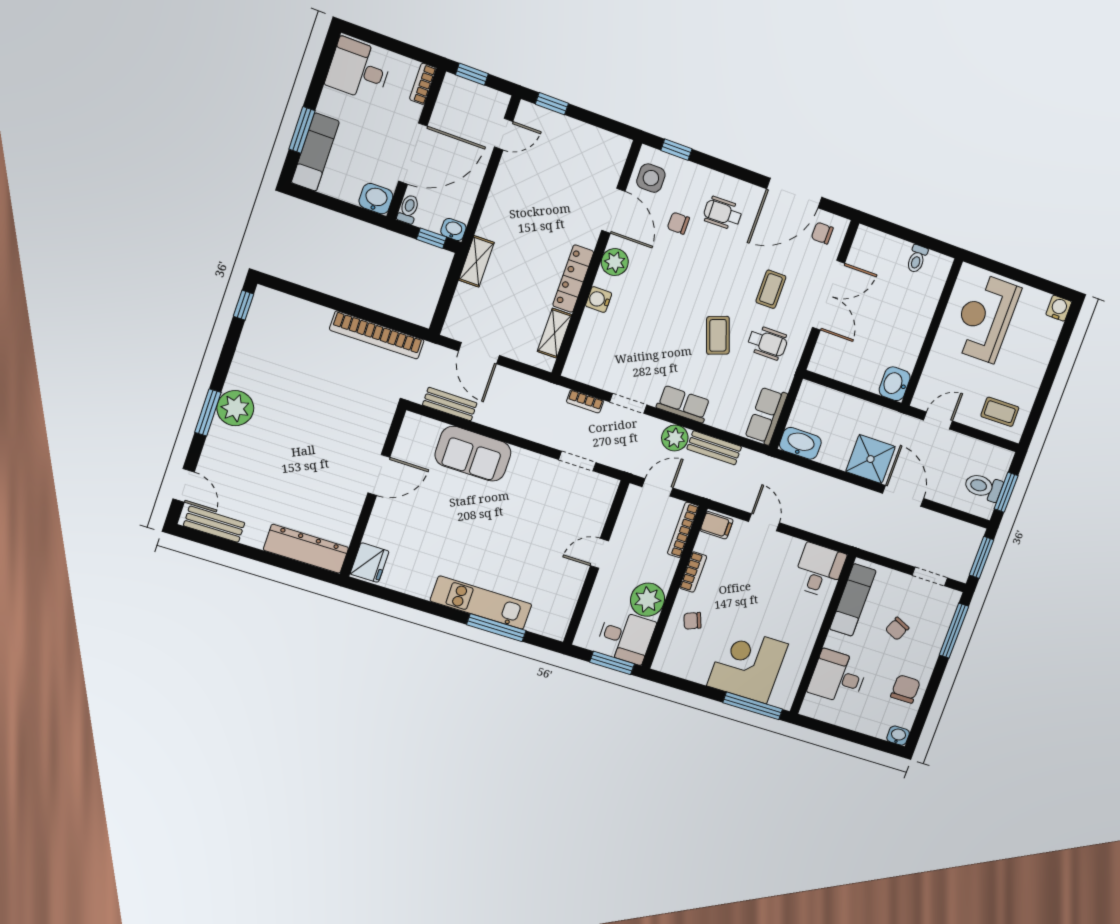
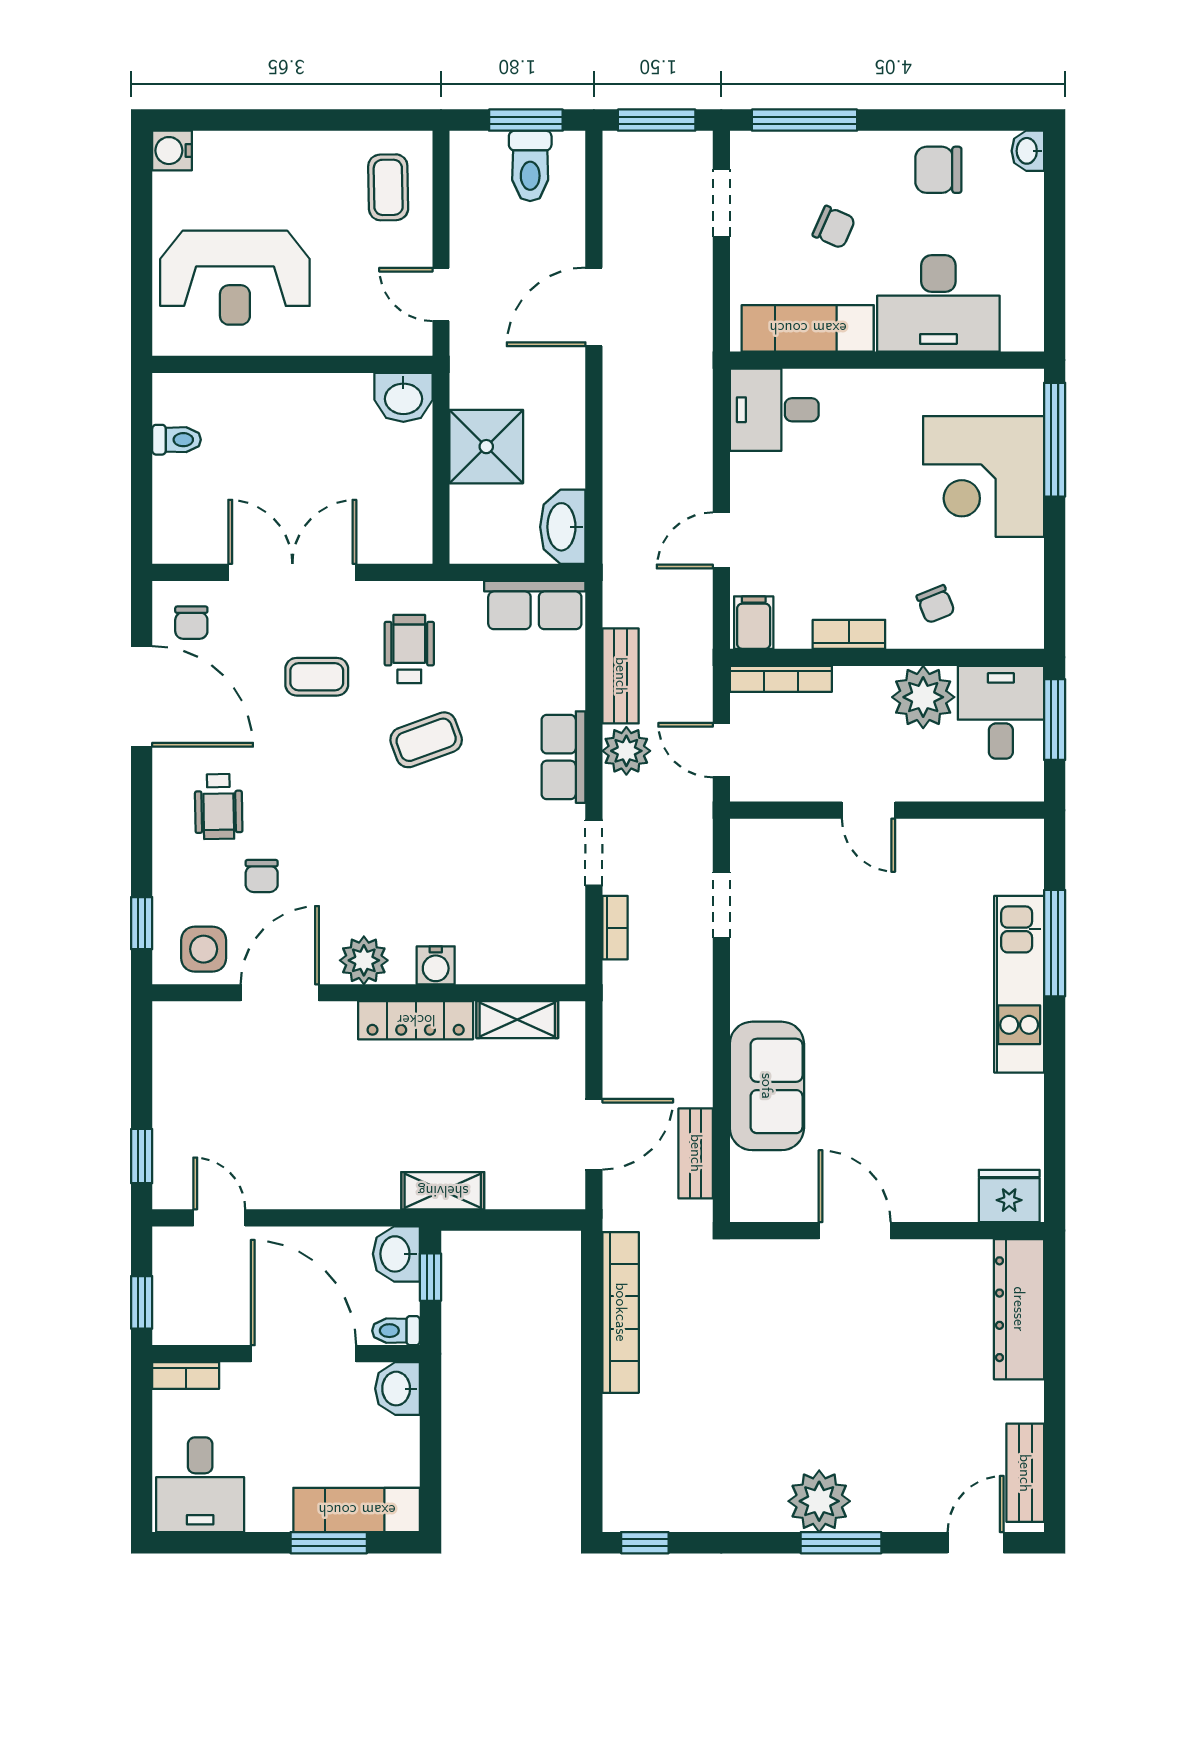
washbasin: (453, 230) -> (396, 1254), width x1.38, depth x1.45
shower: (870, 459) -> (486, 447), moved
desk: (838, 677) -> (938, 303), width x1.37

